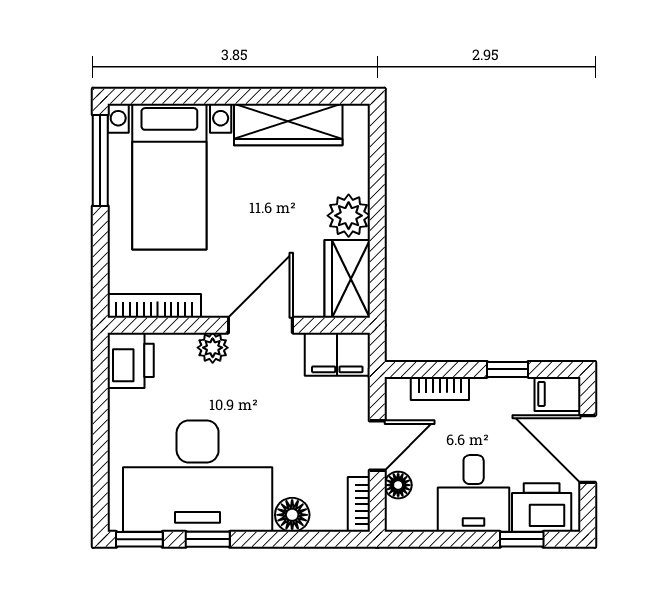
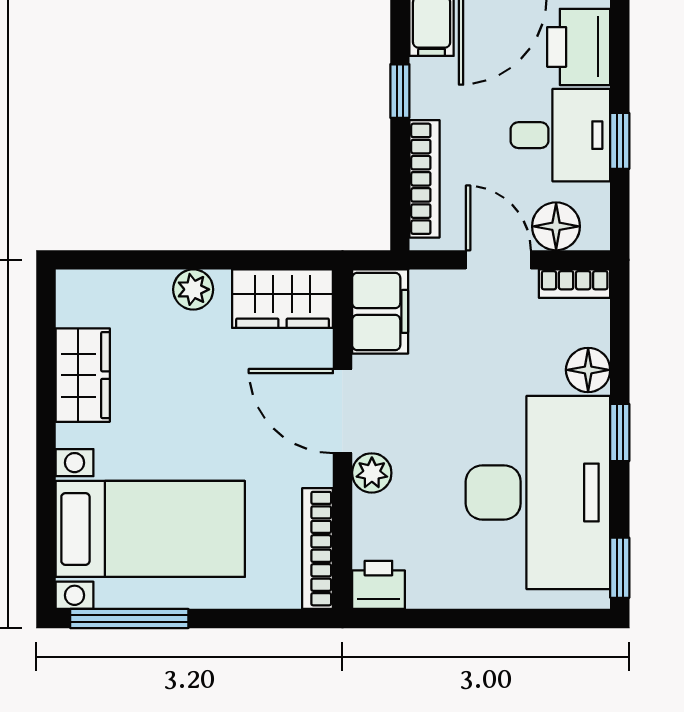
wardrobe: (288, 125) -> (83, 375), width x0.67
plant: (349, 216) -> (193, 289), width x0.73, depth x0.73
printer: (131, 360) -> (378, 585), width x0.73, depth x0.81
bookcase: (440, 388) -> (424, 179), width x1.56
floor lamp: (398, 485) -> (556, 226), width x1.37, depth x1.37
window: (208, 539) -> (620, 433), moved
window: (522, 539) -> (620, 141), moved

